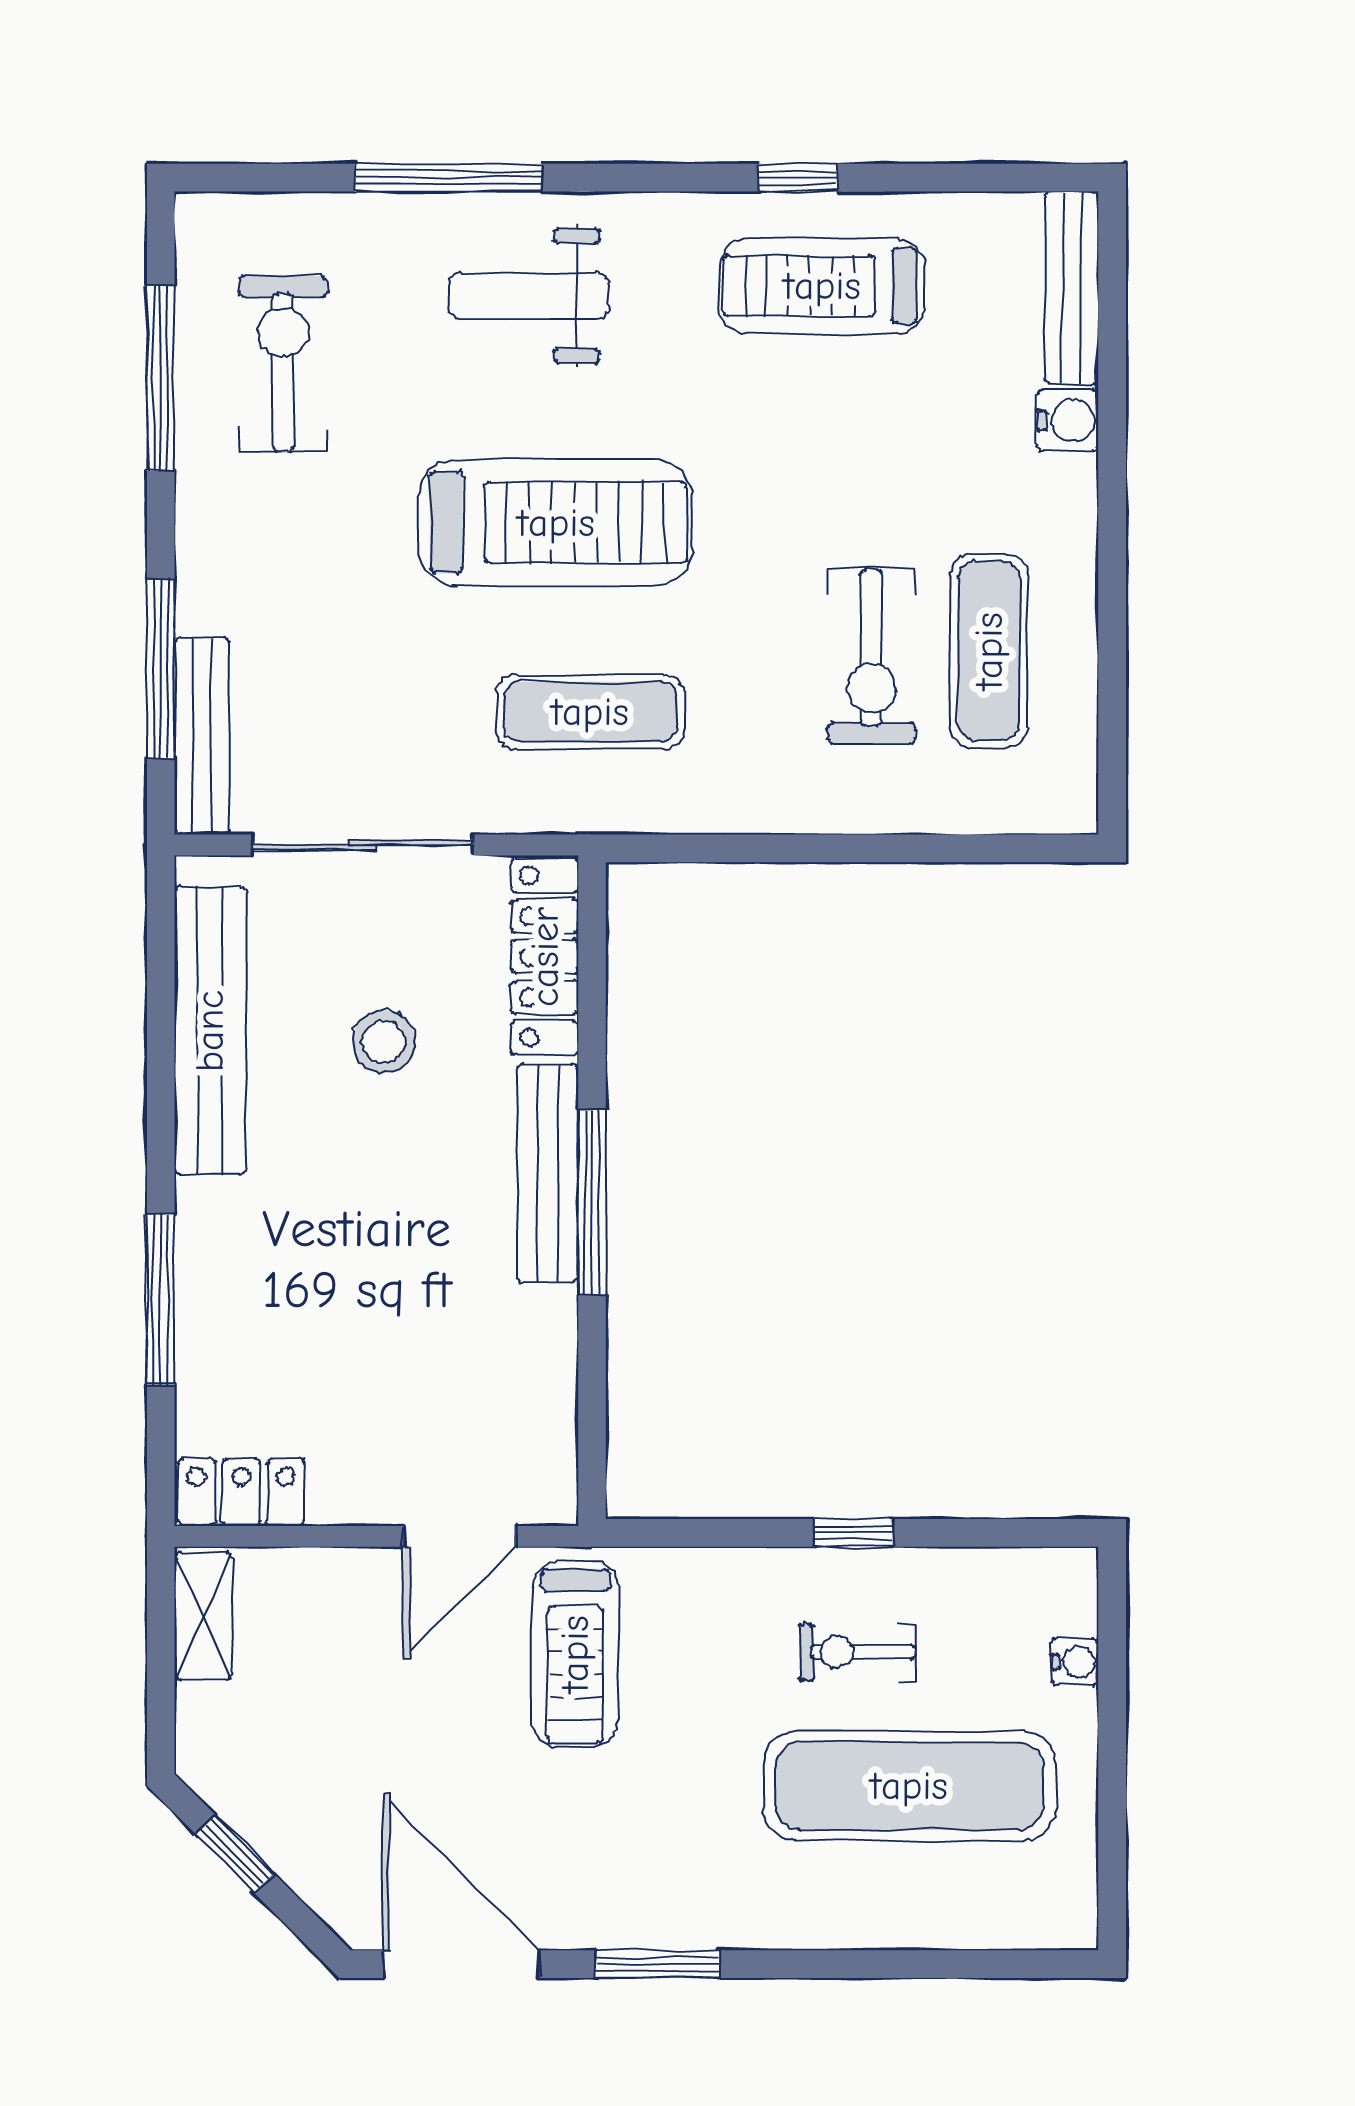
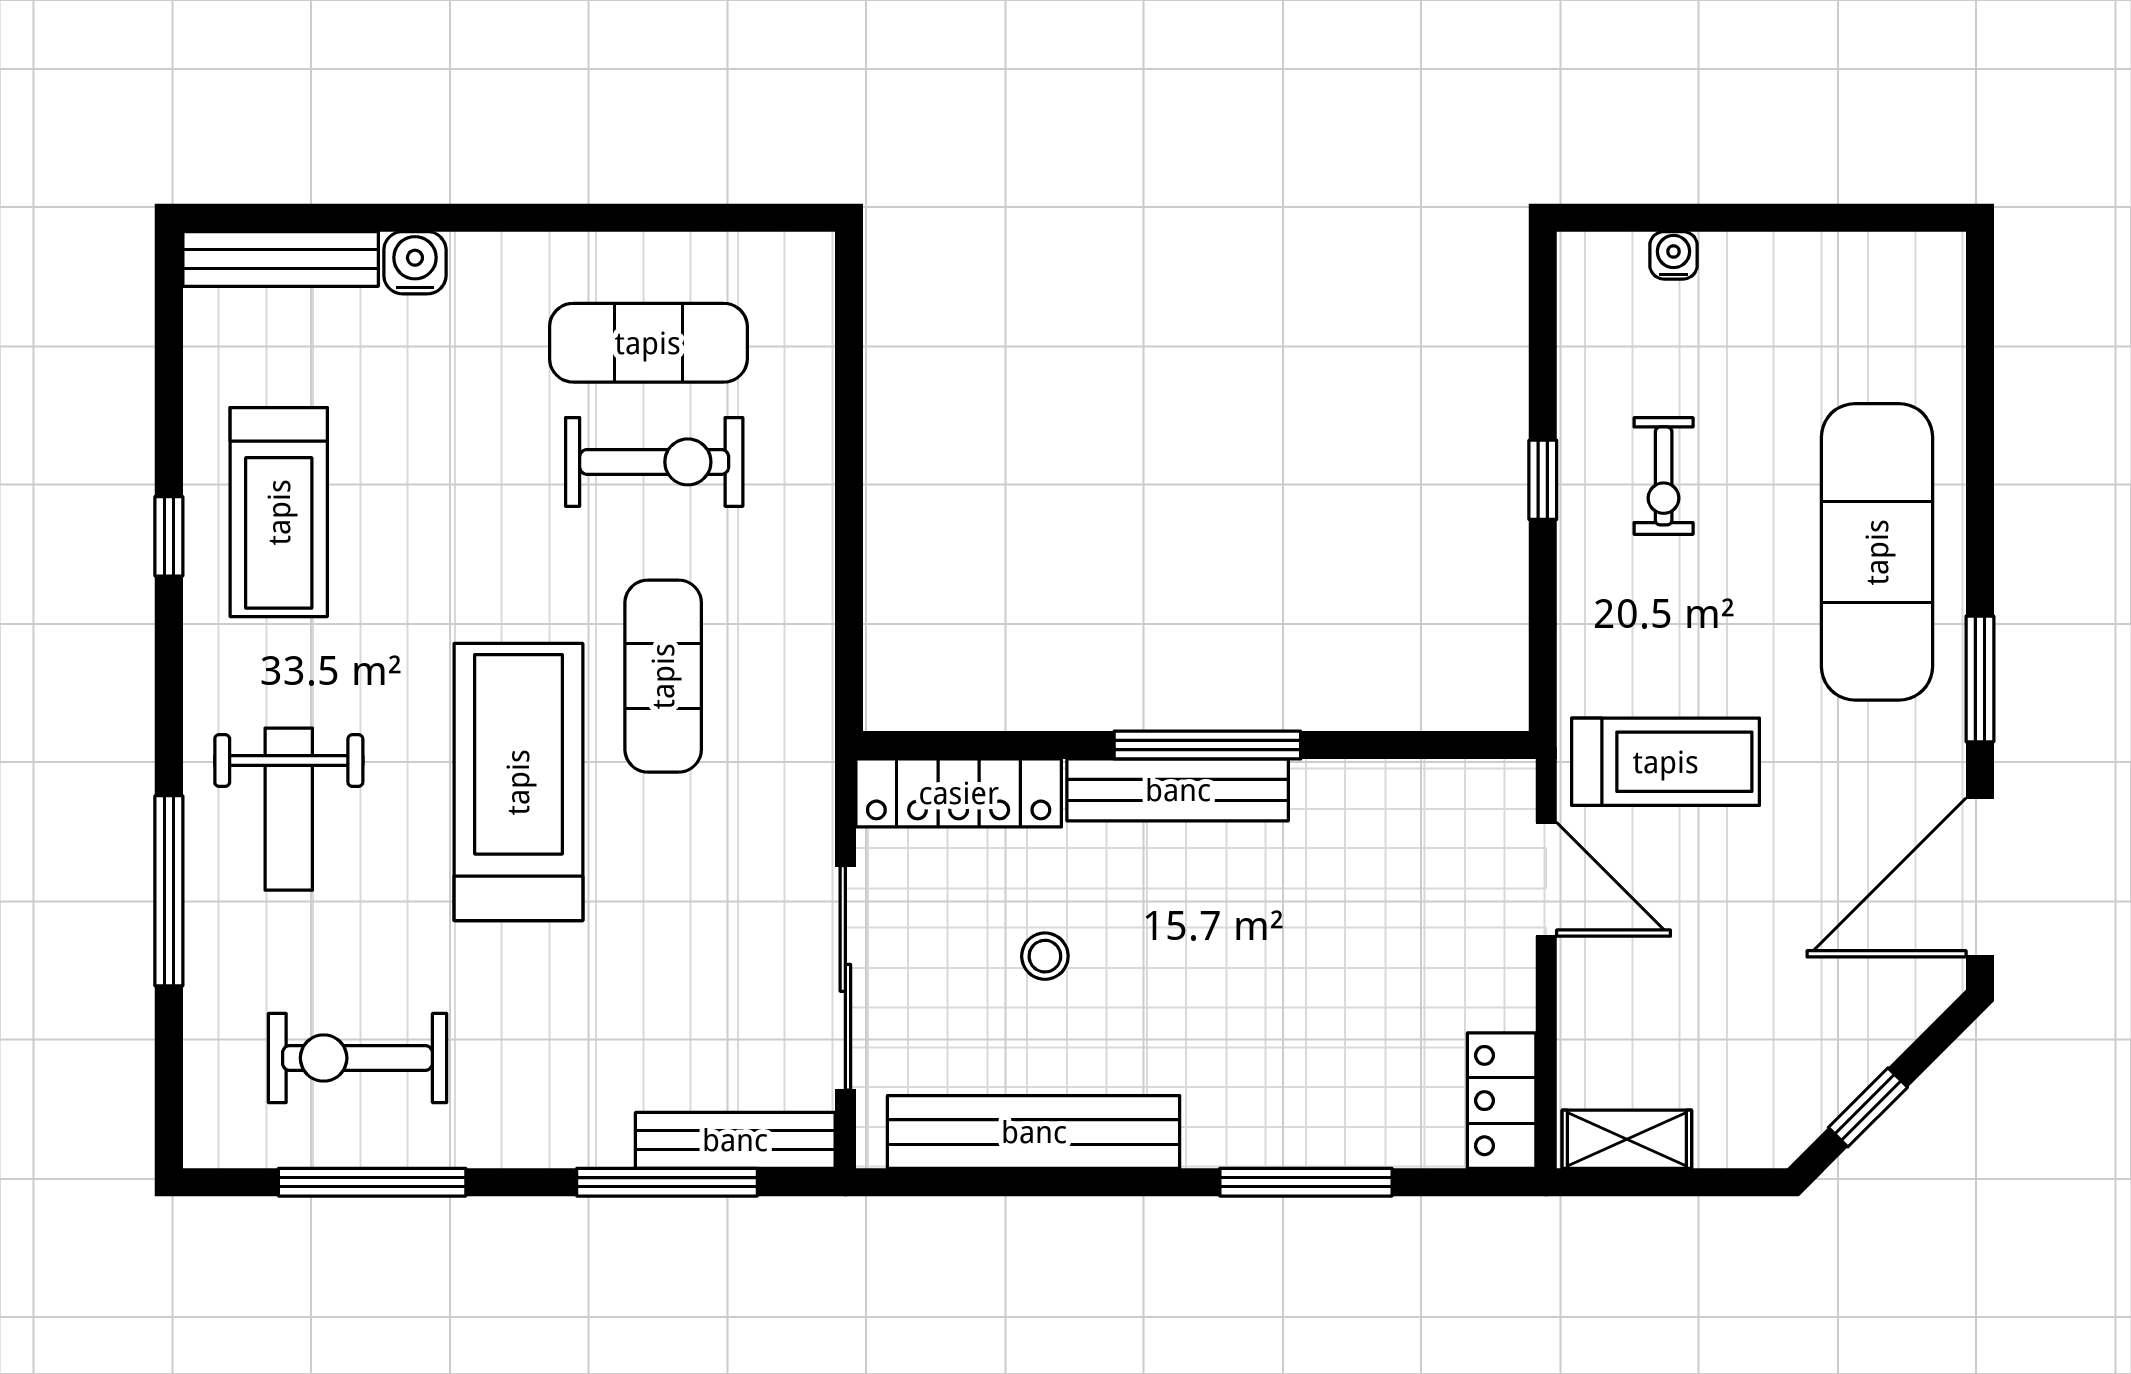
exercise mat: (590, 712) -> (663, 676), moved
stool: (384, 1042) -> (1045, 956), width x0.73, depth x0.73
exercise mat: (909, 1786) -> (1877, 552), moved

